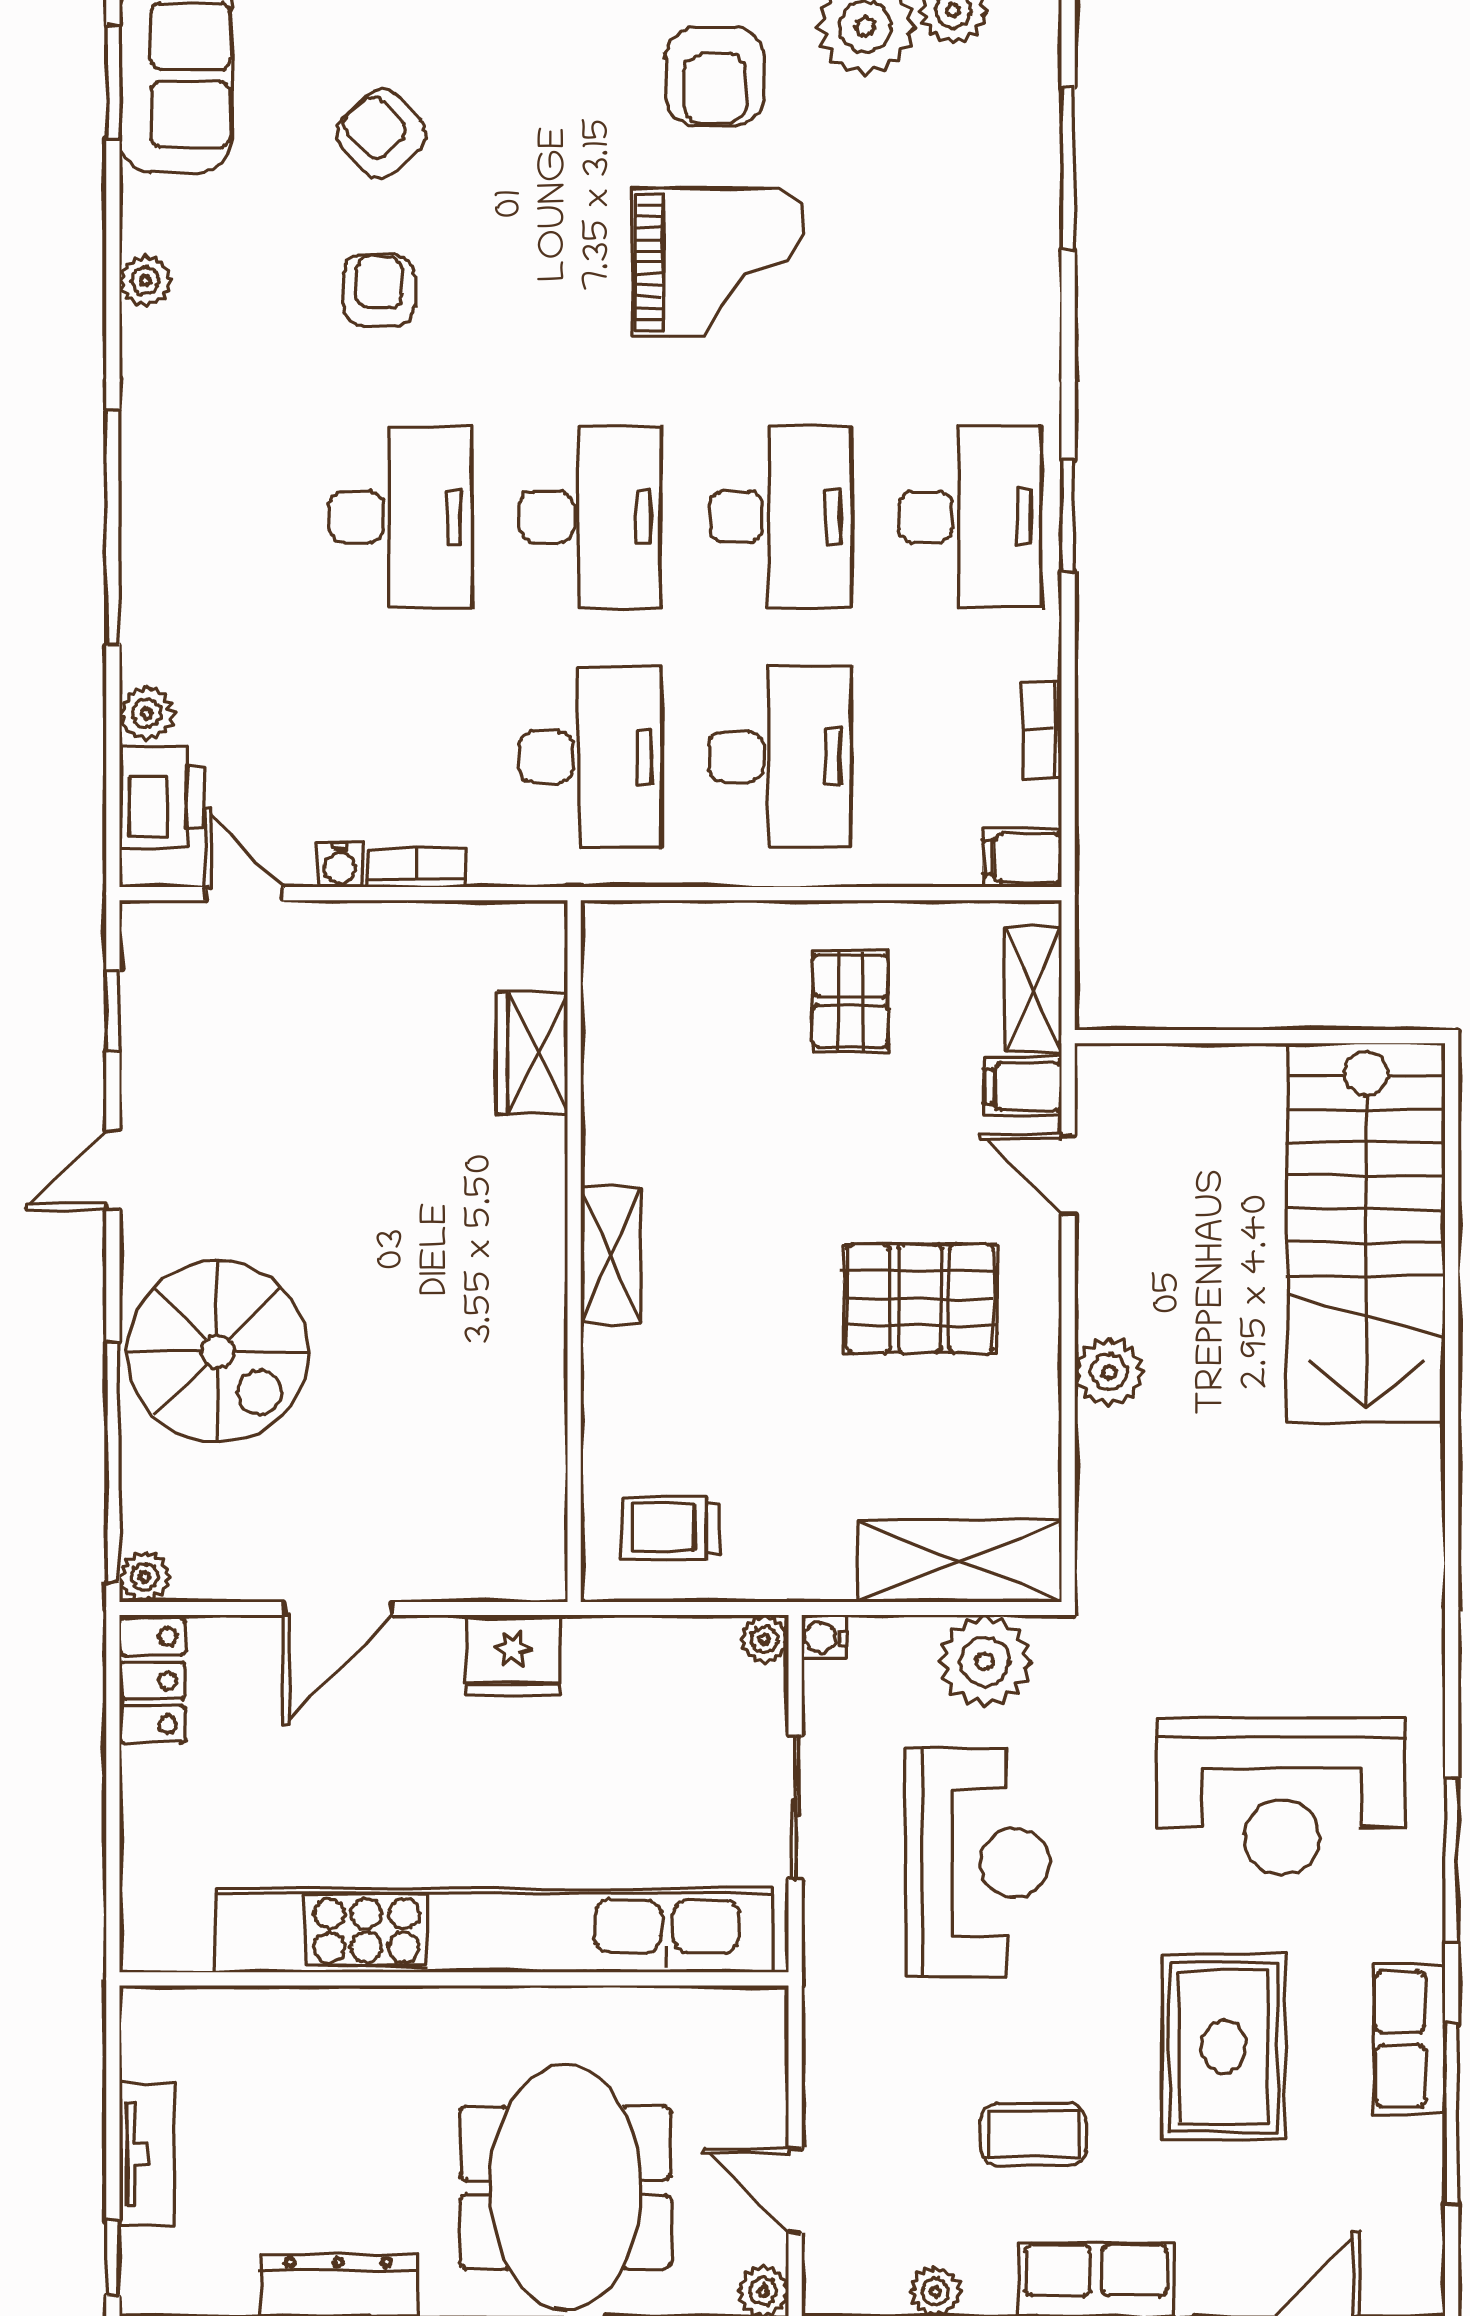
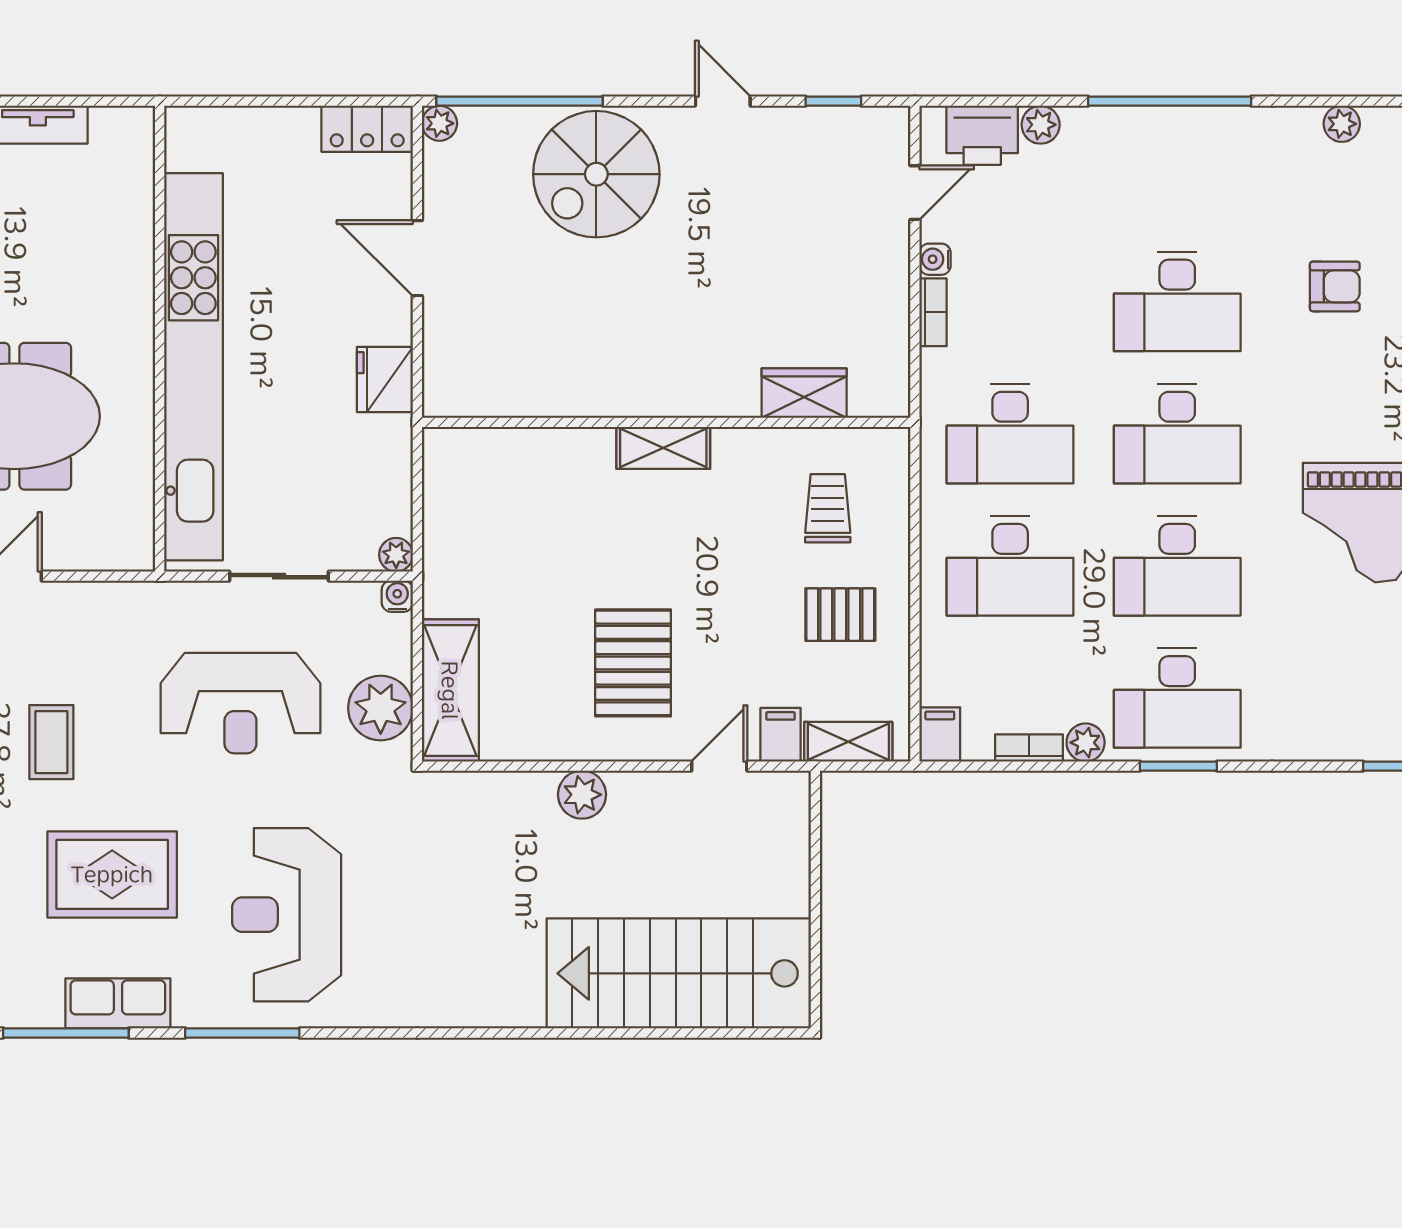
plant: (1034, 649) -> (1086, 743), added
trolley: (671, 1527) -> (828, 508), moved

